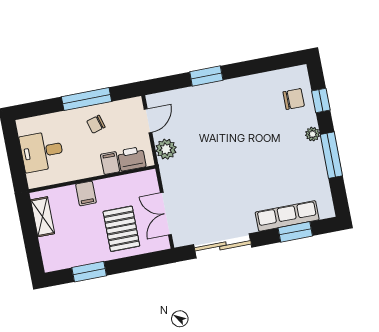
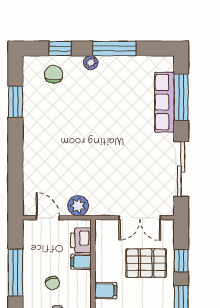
window: (206, 76) -> (15, 102), moved
chair: (96, 124) -> (53, 283), moved
window: (295, 232) -> (181, 97), width x1.44
window: (131, 264) -> (181, 261), added

